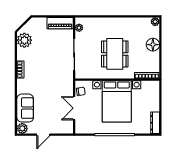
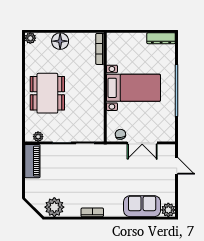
dining table: (115, 54) -> (47, 93), moved, turned 90
bed with nightstands: (117, 101) -> (133, 88), width x0.73
door: (43, 135) -> (177, 166), moved

